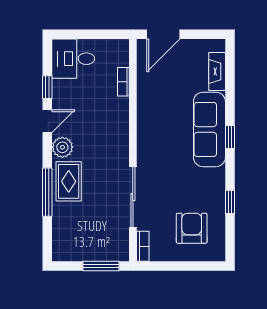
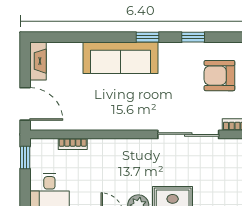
window: (110, 34) -> (25, 158), added
fireplace: (217, 72) -> (38, 61), moved, turned -90
window: (230, 137) -> (148, 37), moved

